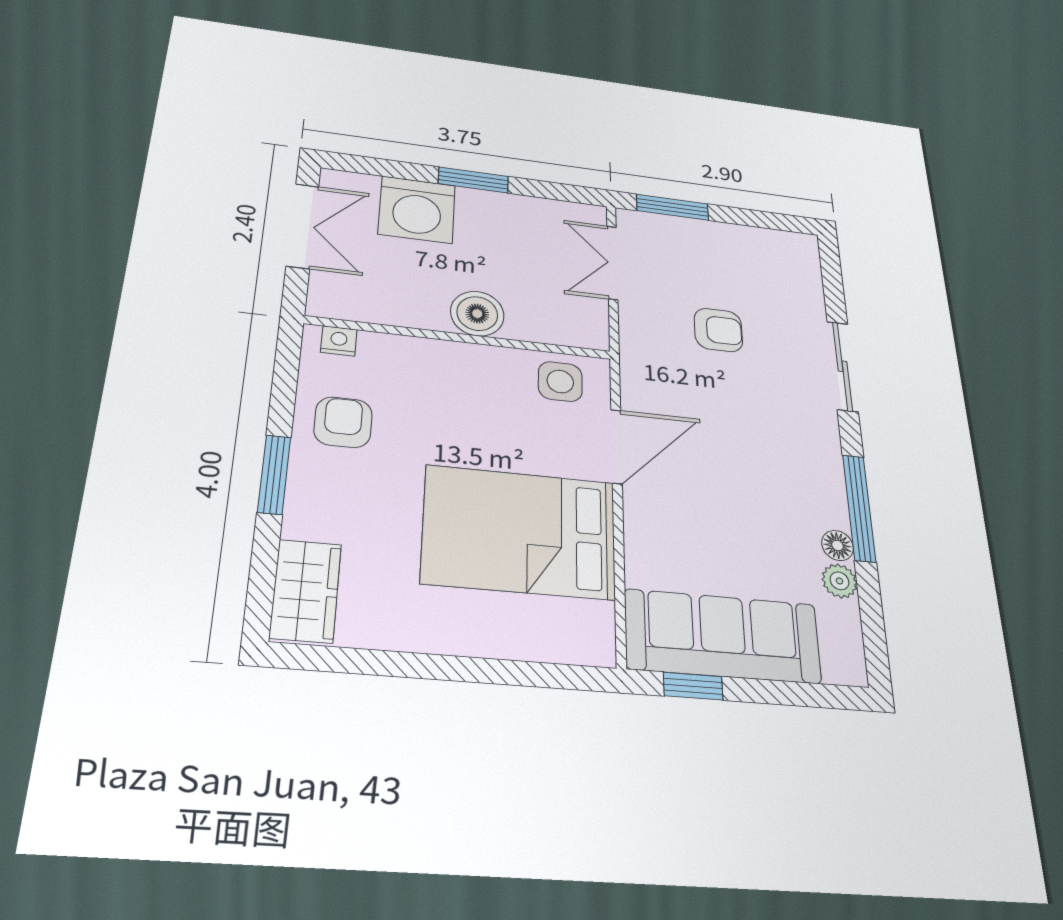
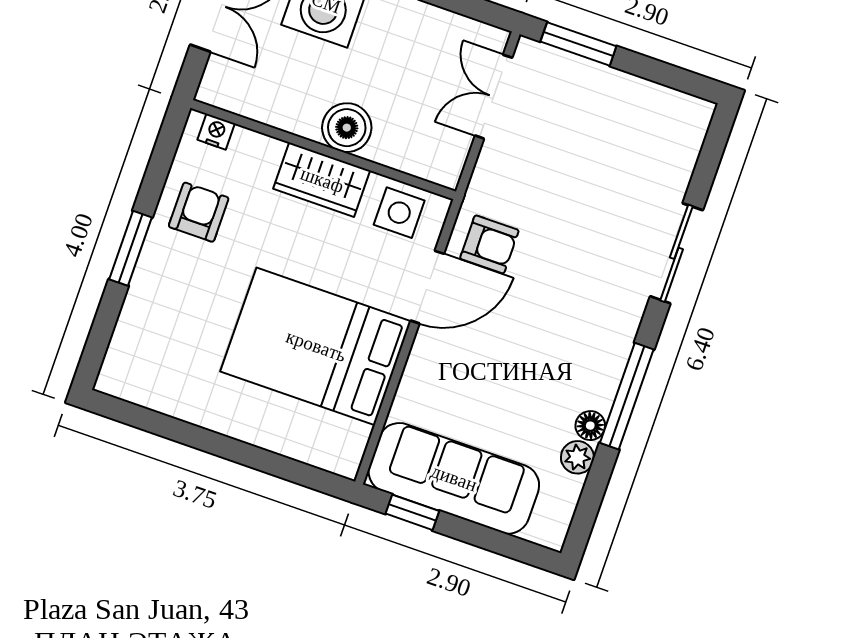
armchair: (718, 330) -> (489, 244), moved
wardrobe: (306, 591) -> (322, 180), moved, turned 90

